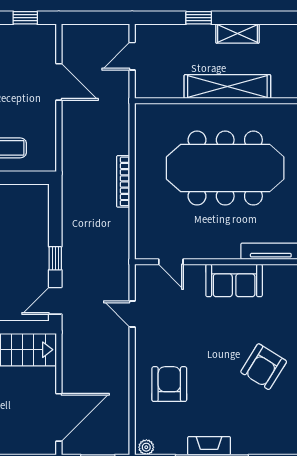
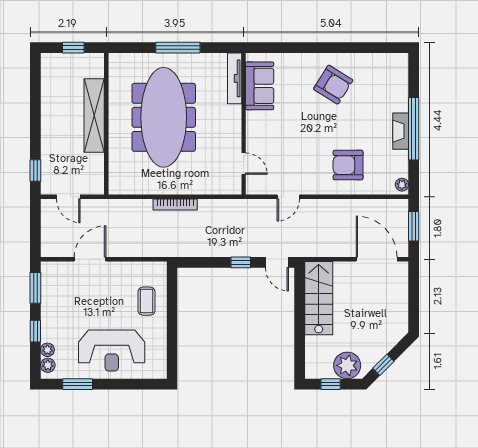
window: (25, 18) -> (35, 288), width x1.50
window: (199, 18) -> (35, 171), moved
shelving: (237, 33) -> (49, 107), removed
door: (171, 262) -> (244, 164), hinge flipped
sofa: (234, 280) -> (260, 86), moved

